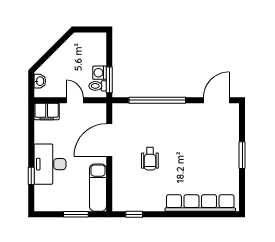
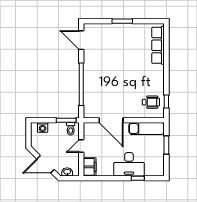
door: (50, 52) -> (46, 164), added
washing machine: (100, 73) -> (43, 127), moved
wheelchair: (150, 159) -> (151, 102), moved
row of seats: (200, 203) -> (158, 45), width x0.73

